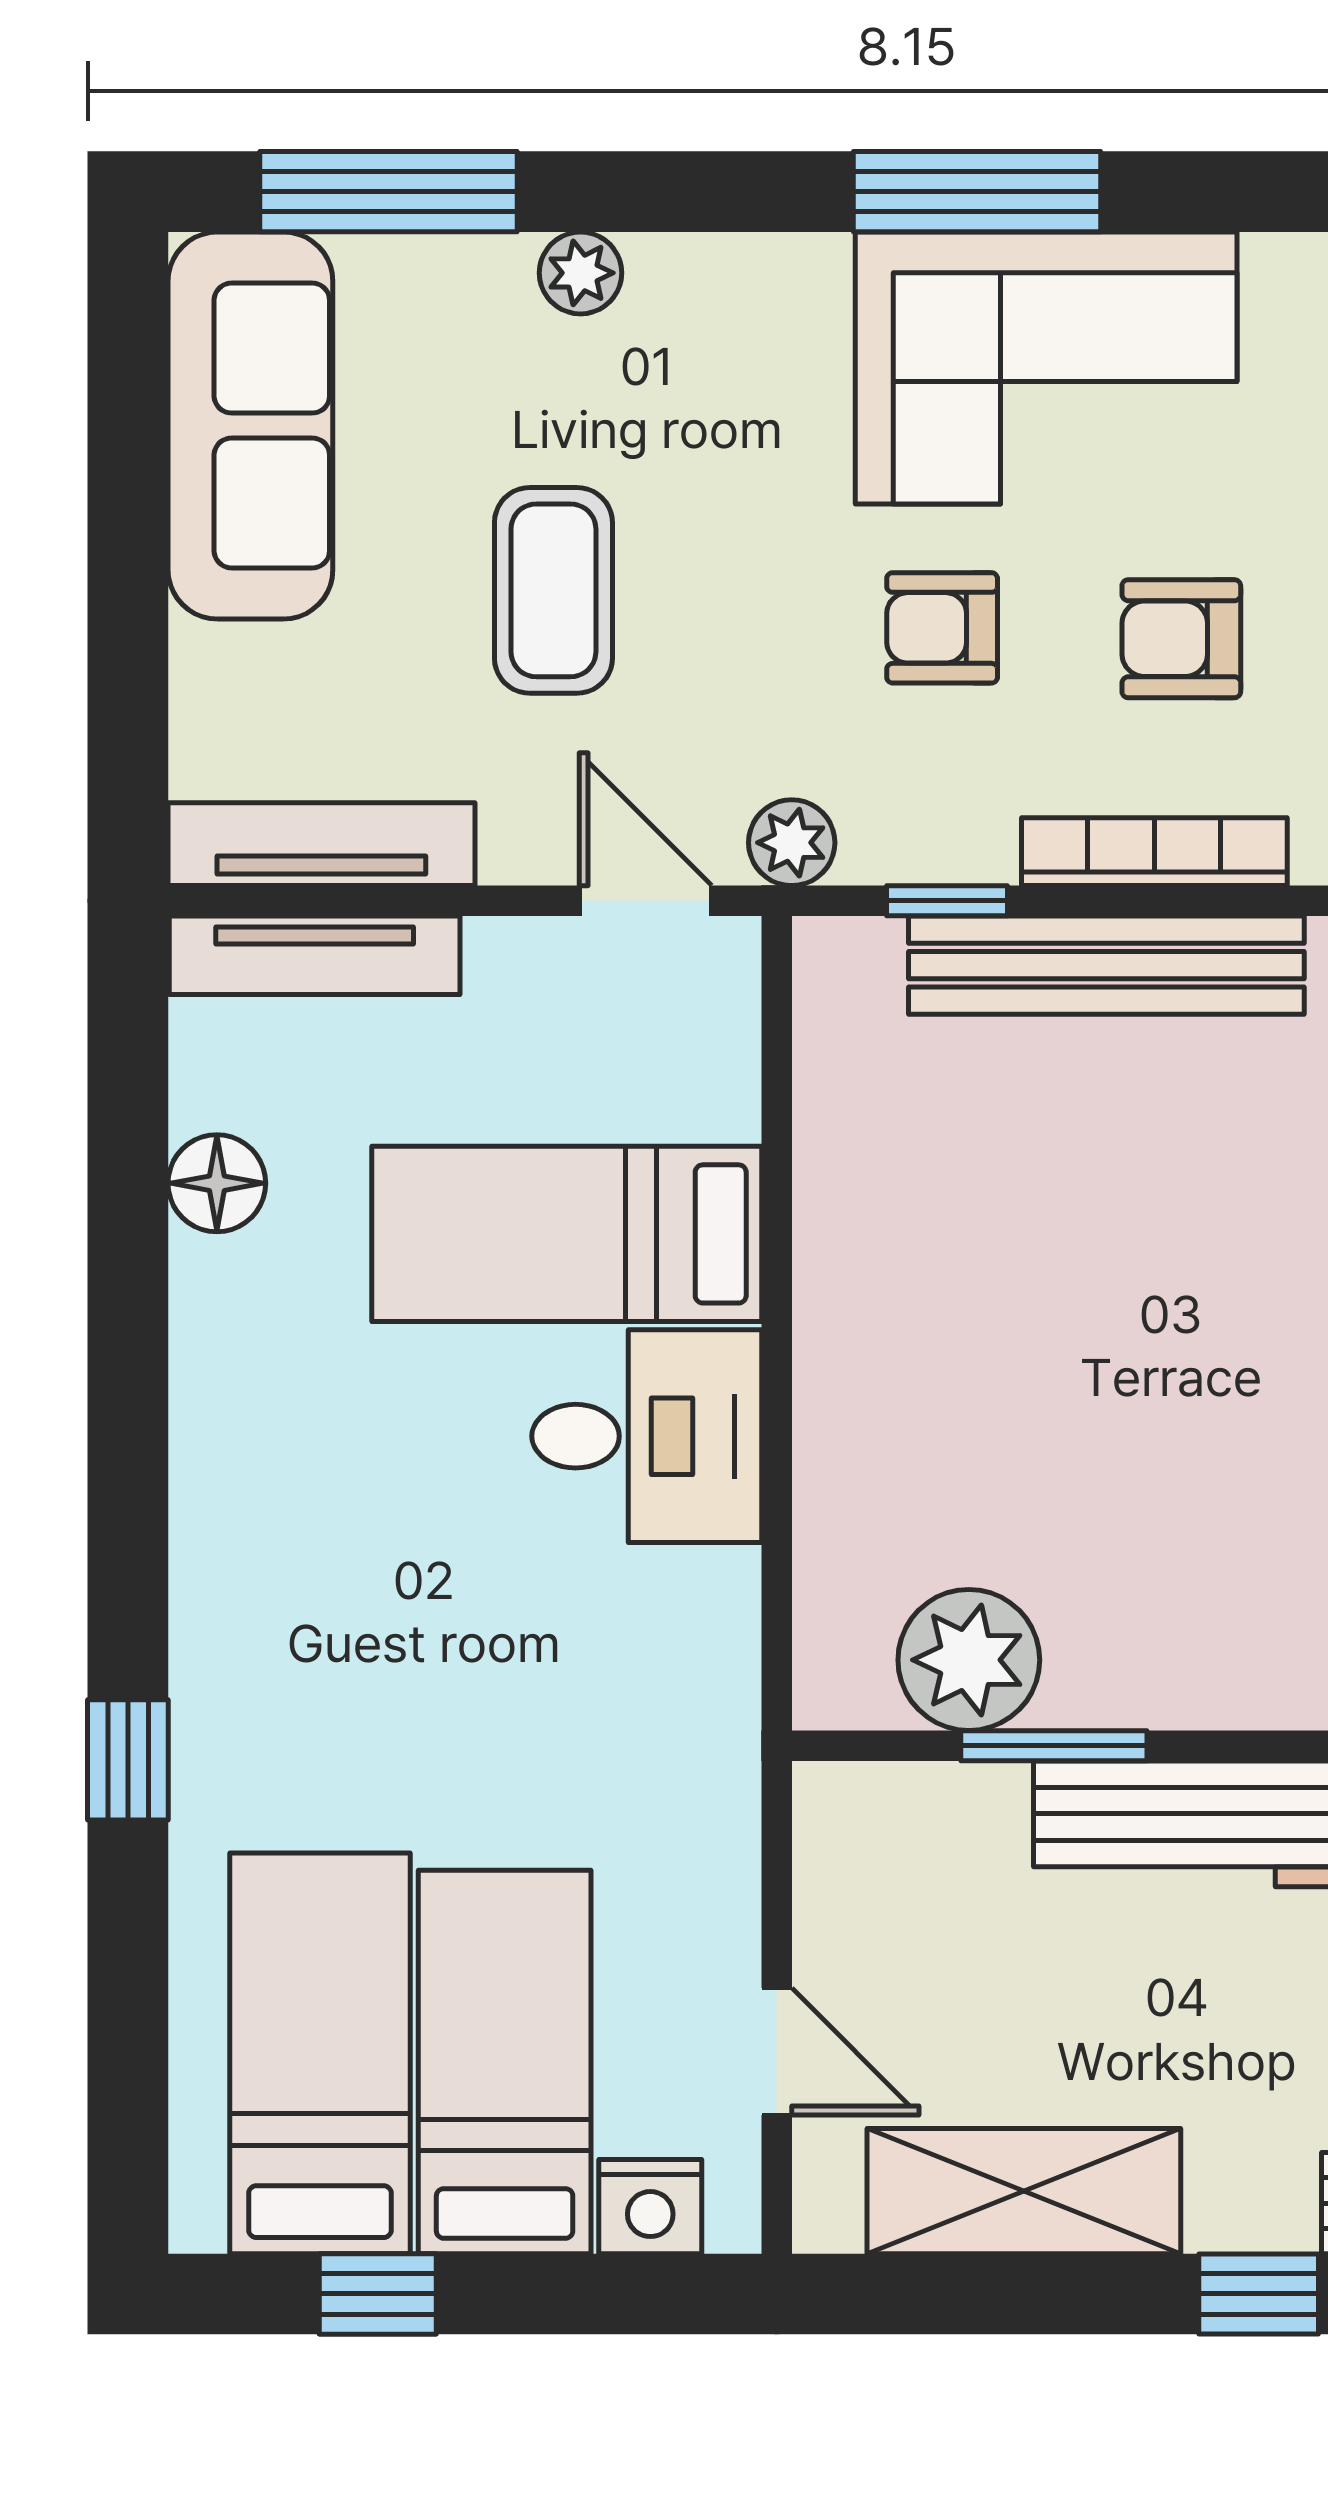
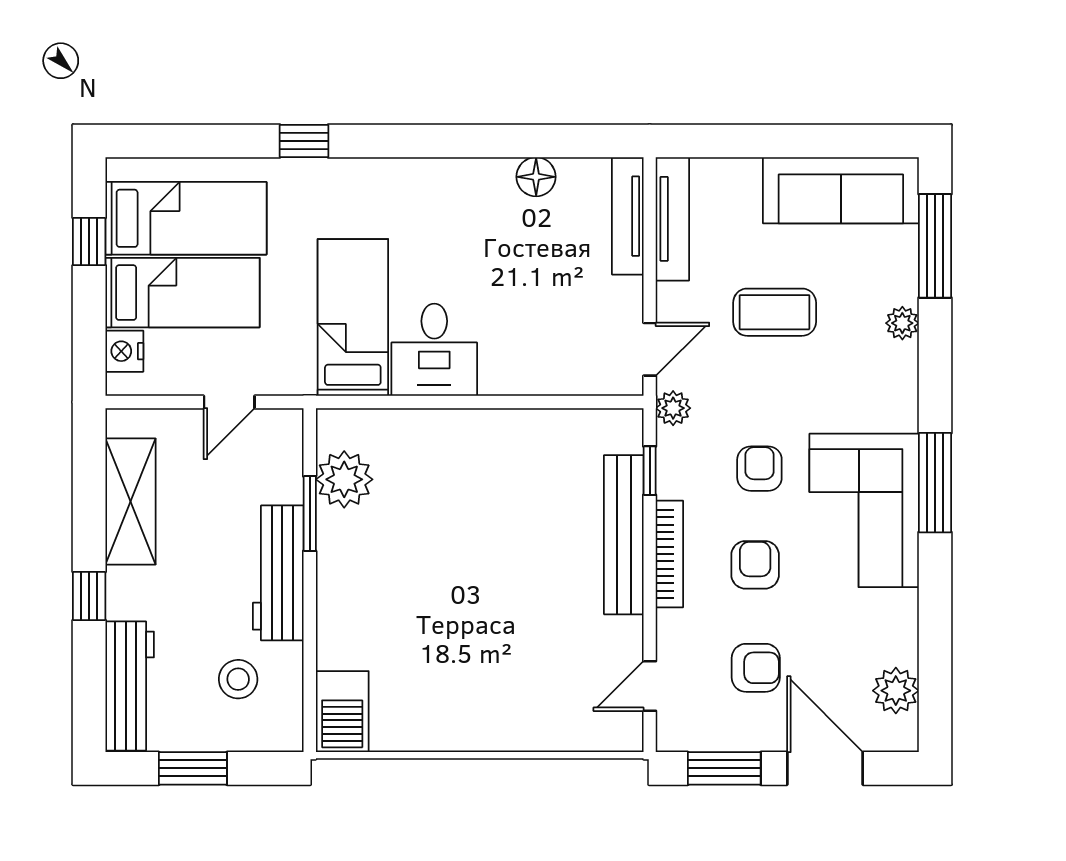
bed: (567, 1234) -> (353, 318), moved
door: (777, 2051) -> (229, 402), moved

